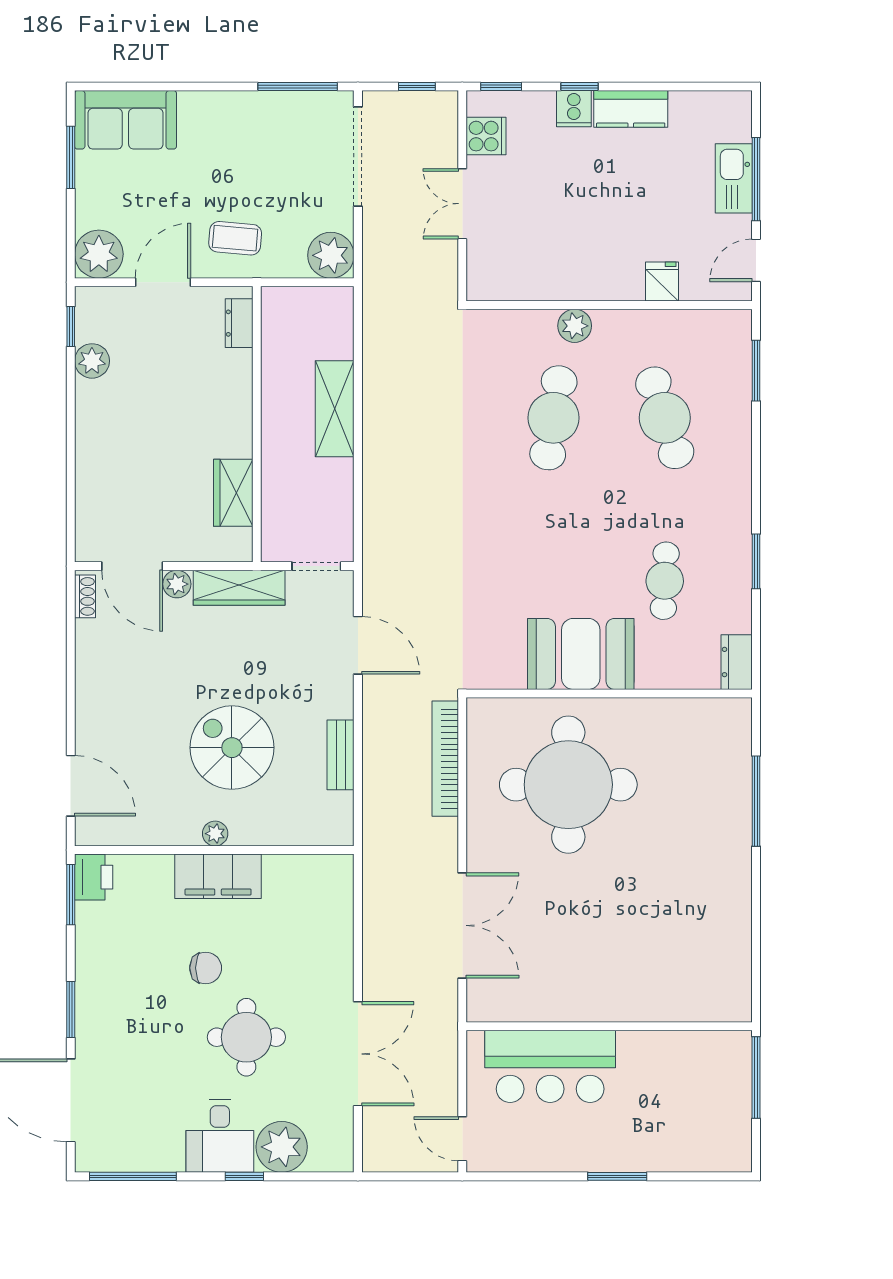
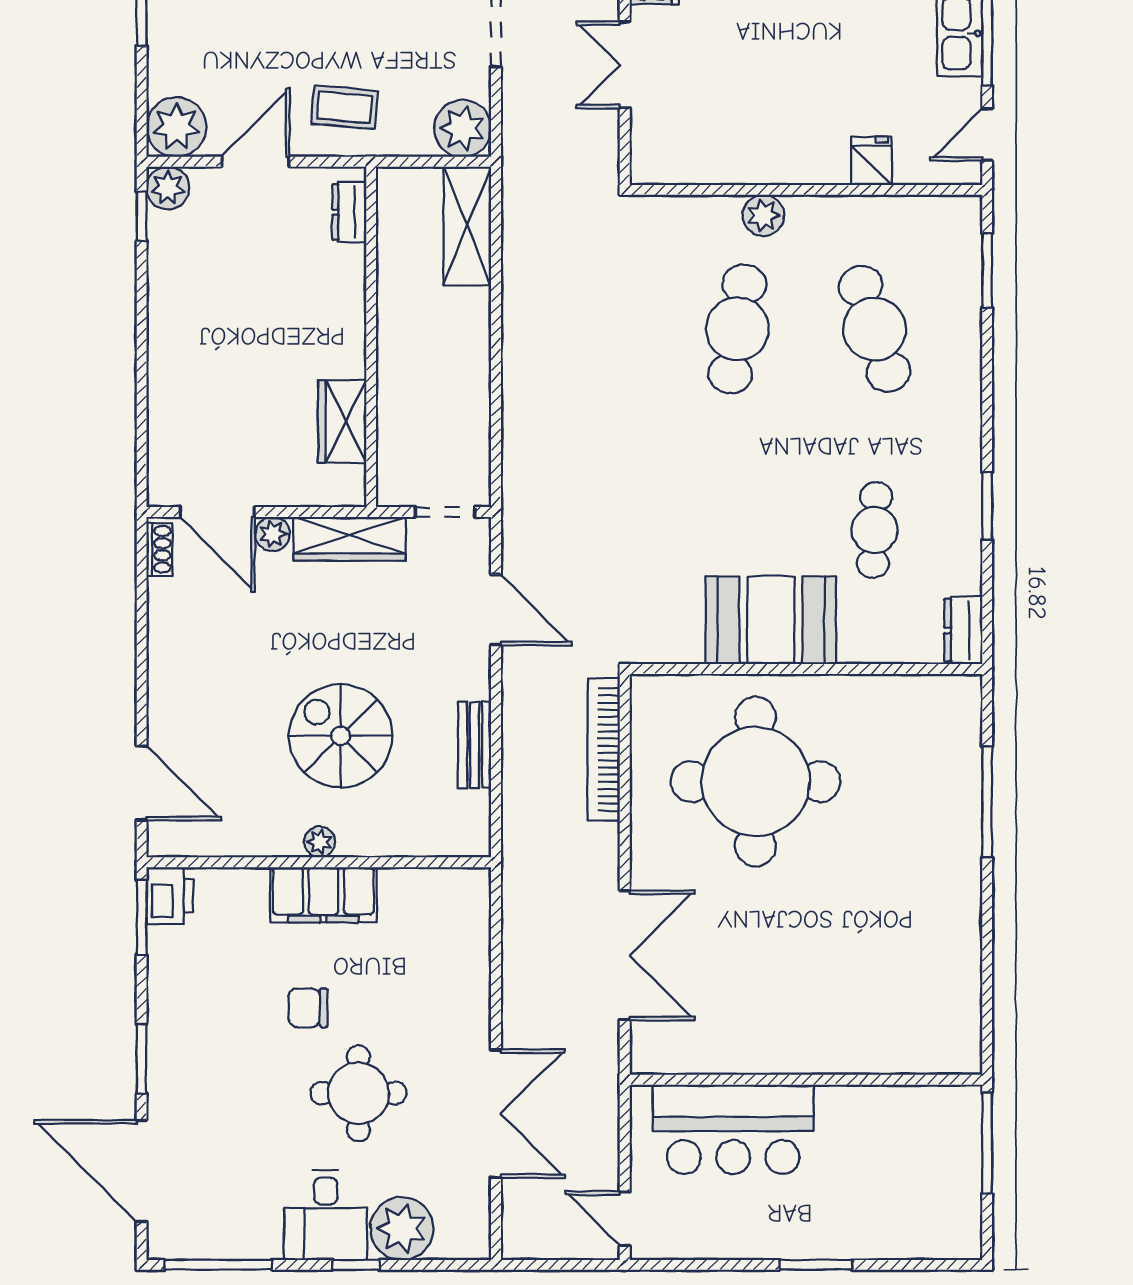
plant: (92, 361) -> (168, 188), moved
shelving: (335, 409) -> (467, 226), moved
chair: (206, 968) -> (308, 1008), turned 180

